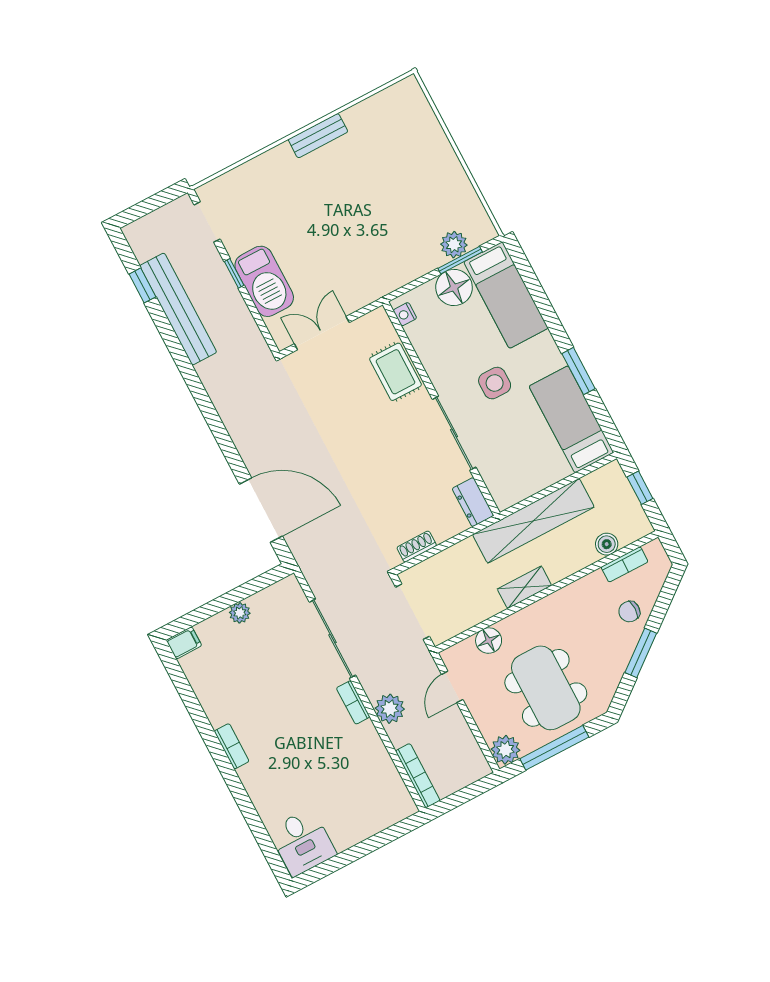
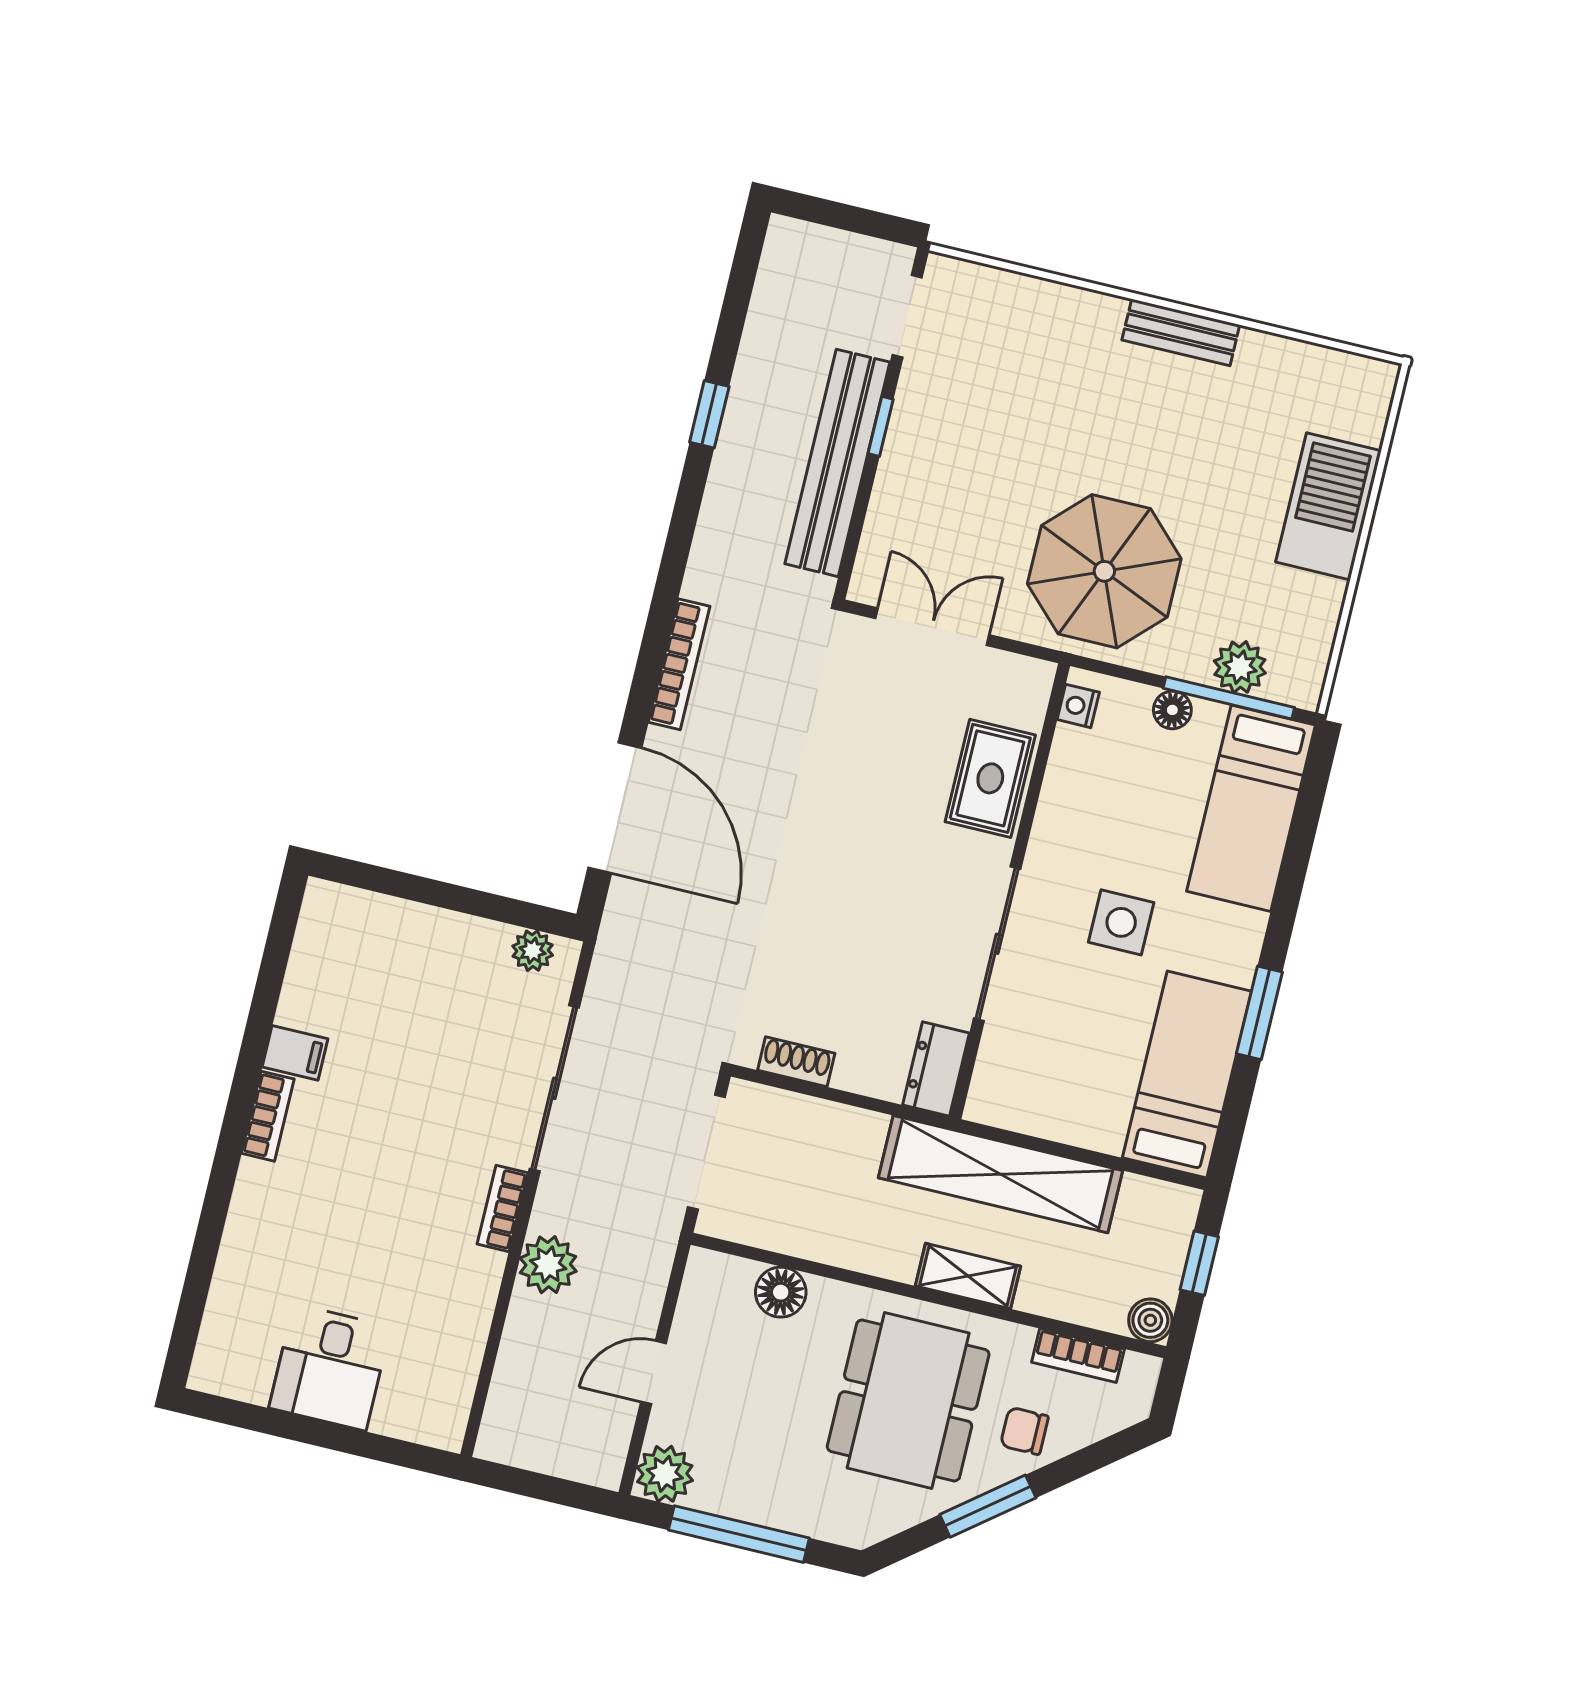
parasol: (369, 253) -> (1104, 571), added
window: (460, 260) -> (1229, 698), width x1.44
barbecue: (264, 281) -> (1328, 506), moved, turned 180
window: (142, 285) -> (709, 414), moved
floor lamp: (454, 287) -> (1172, 710), width x0.53, depth x0.53
bench: (178, 309) -> (837, 463), moved
boiler: (607, 544) -> (1150, 1320), moved
shelving: (524, 587) -> (968, 1276), moved
plant: (240, 613) -> (533, 951), moved
filing cabinet: (184, 643) -> (295, 1053), moved
door: (452, 687) -> (653, 1373), moved
dining table: (546, 688) -> (908, 1400), moved
bookcase: (418, 776) -> (679, 664), moved
desk: (302, 842) -> (330, 1367), moved

